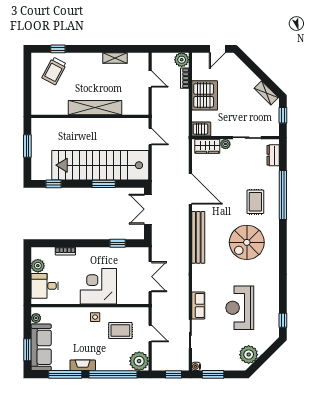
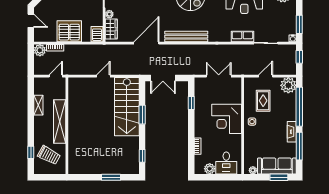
shelving: (95, 108) -> (60, 122), moved
wall: (90, 116) -> (67, 126), moved
stairs: (100, 165) -> (127, 107), width x0.73

